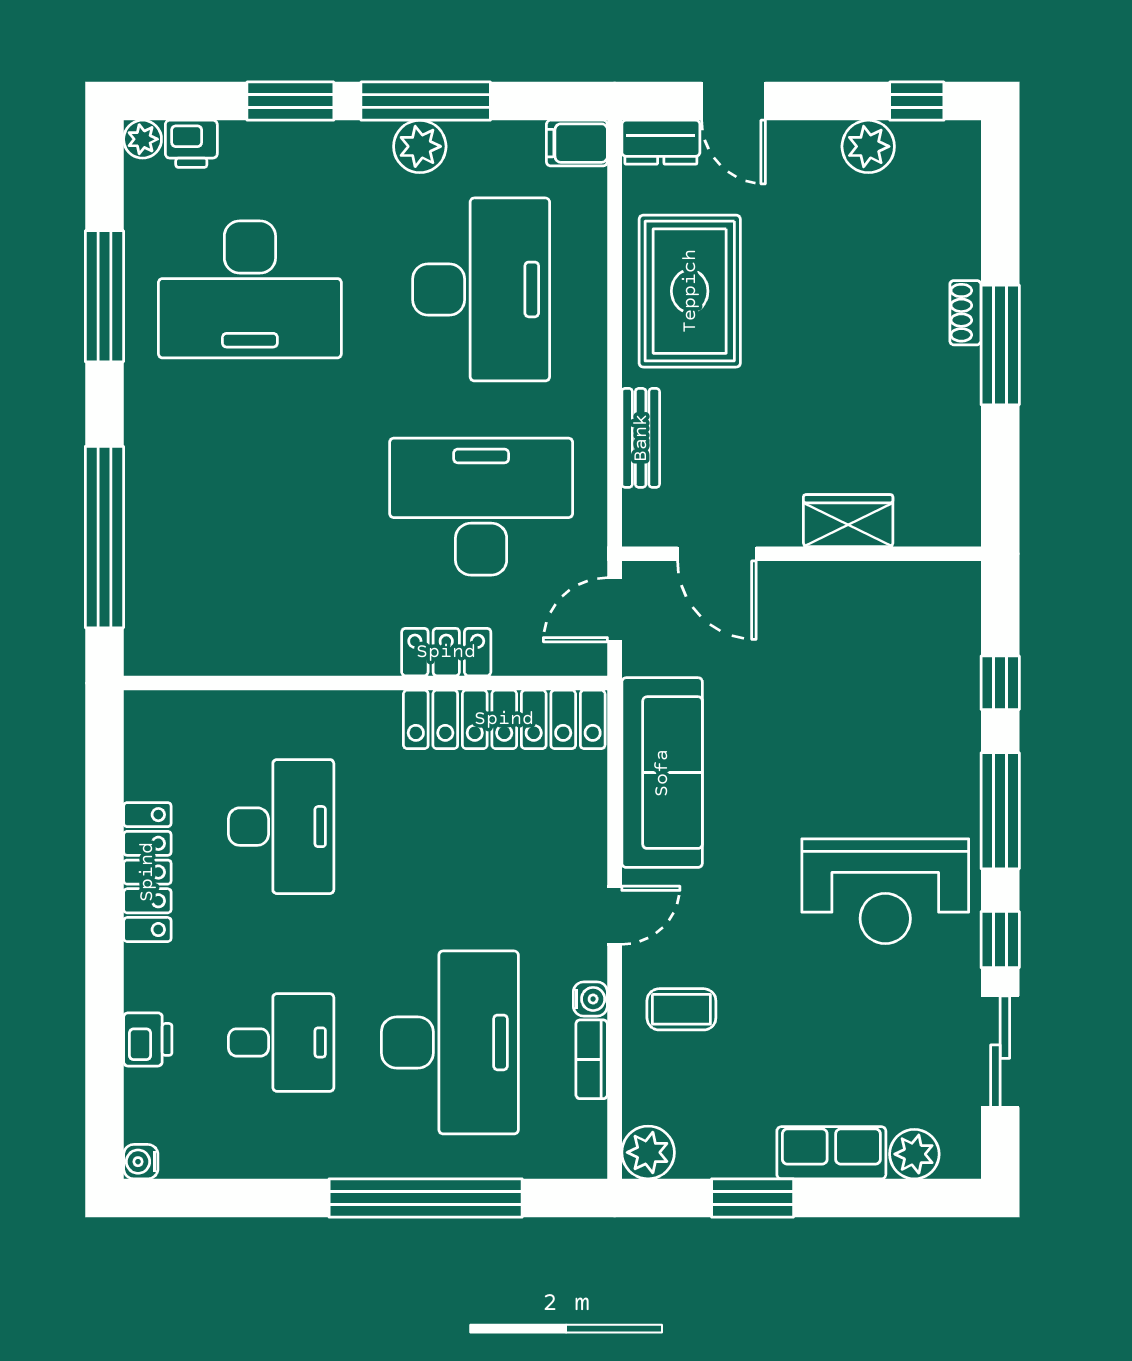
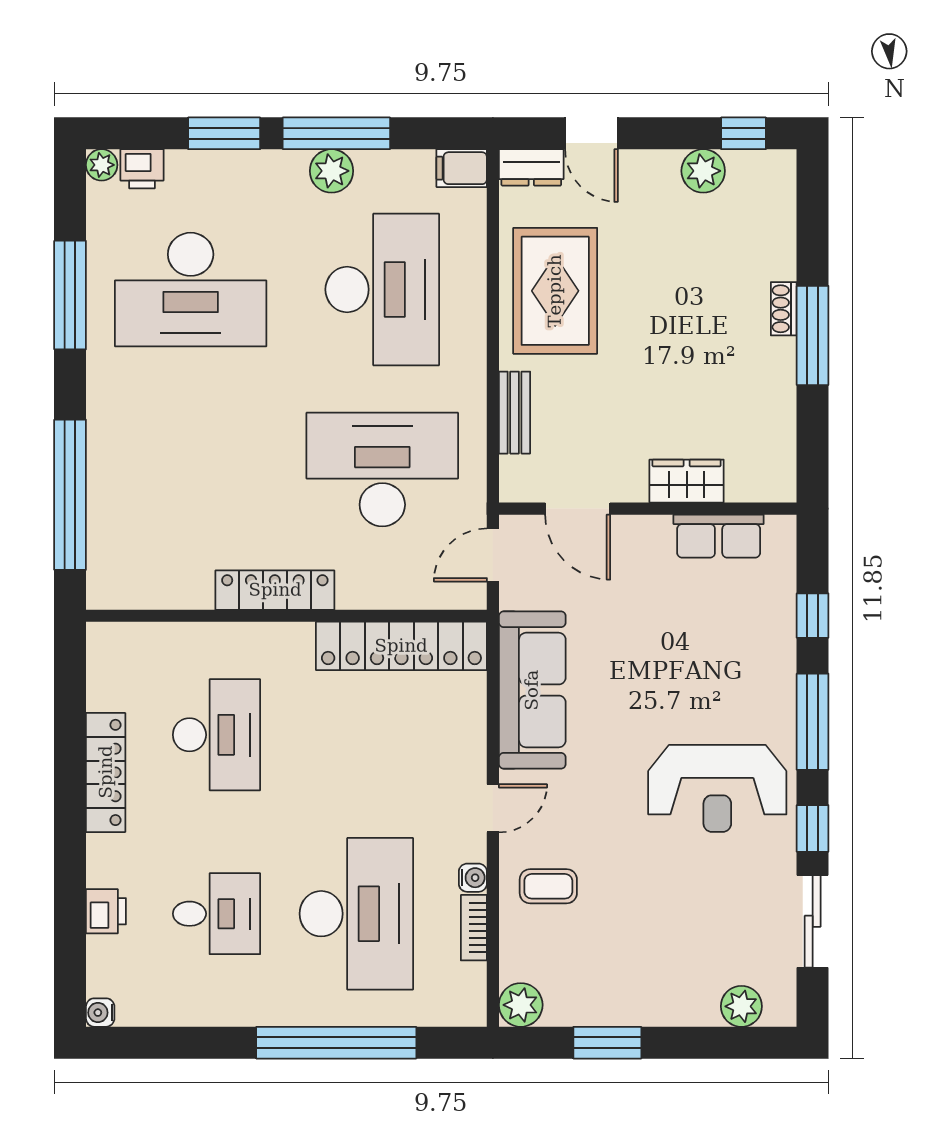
locker: (446, 652) -> (275, 590), moved, width x1.53
row of seats: (831, 1153) -> (719, 536), moved, turned 180

